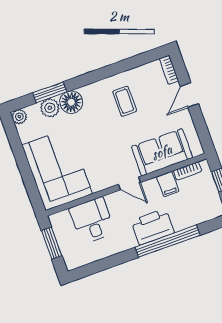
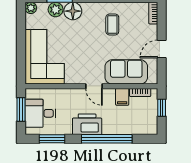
door: (189, 95) -> (162, 49), moved
desk: (92, 220) -> (40, 113), moved, turned -90
printer: (153, 227) -> (87, 124), moved
window: (102, 265) -> (52, 139), added

